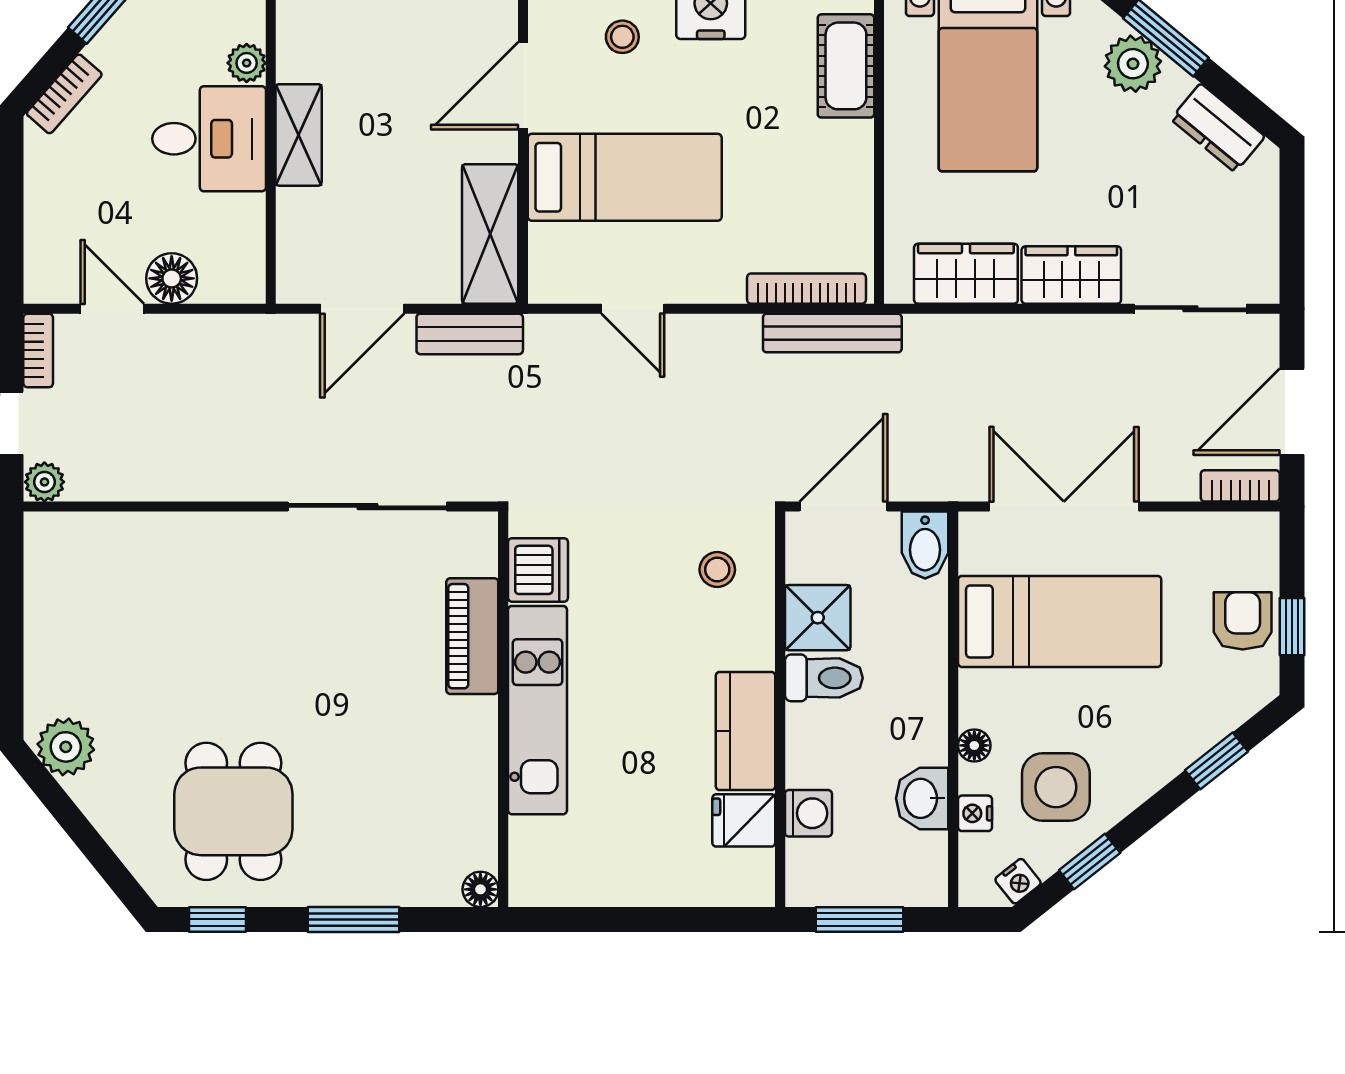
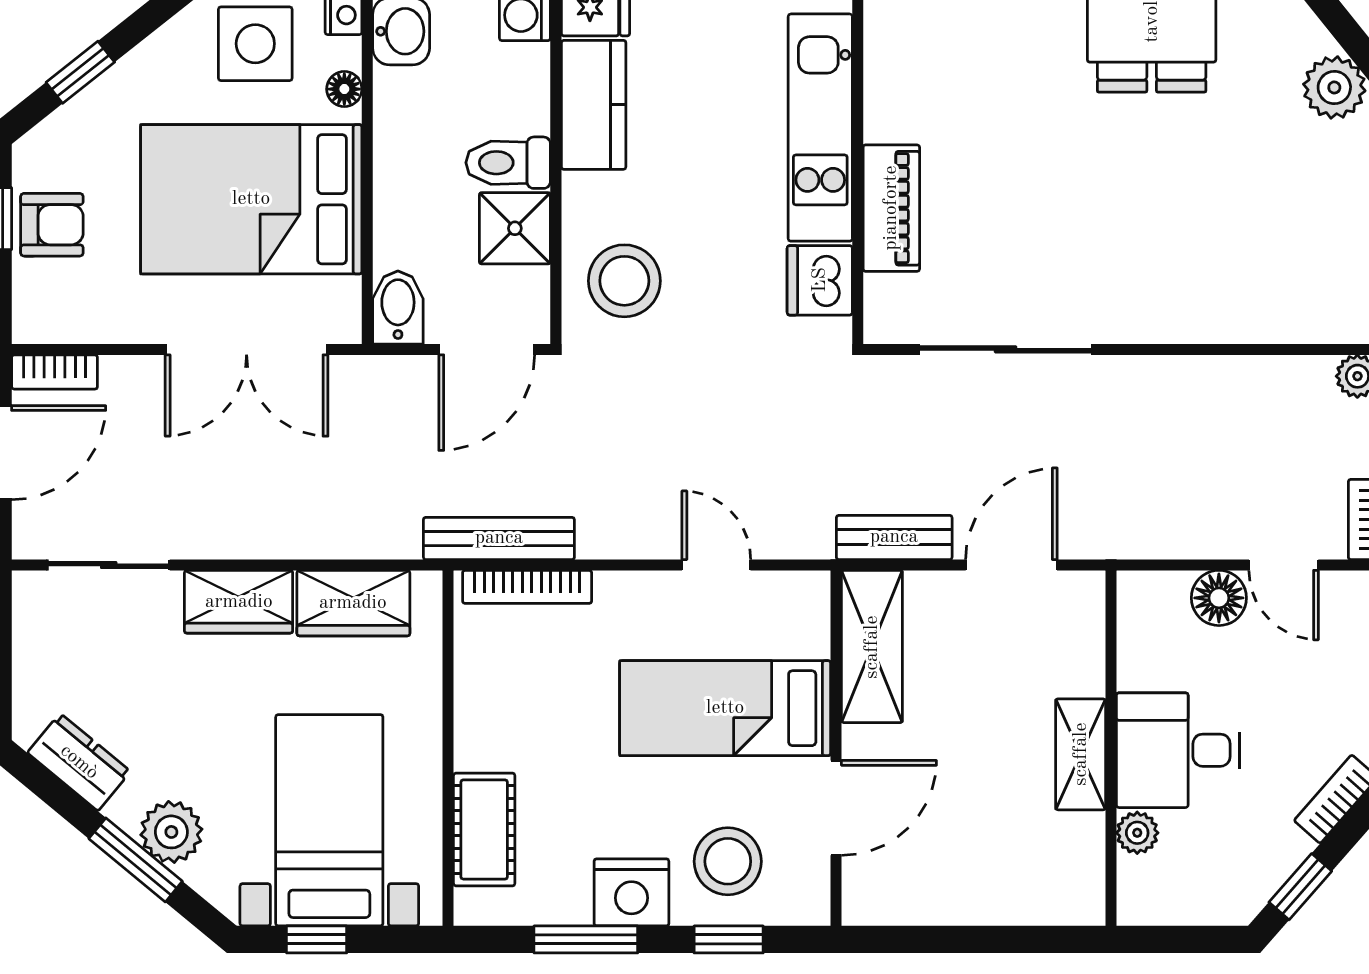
stool: (622, 37) -> (728, 861), width x1.89, depth x1.89
stool: (717, 570) -> (624, 281), width x1.89, depth x1.89
bed: (1060, 621) -> (251, 199), width x1.50
armchair: (1243, 621) -> (52, 225), turned -90

